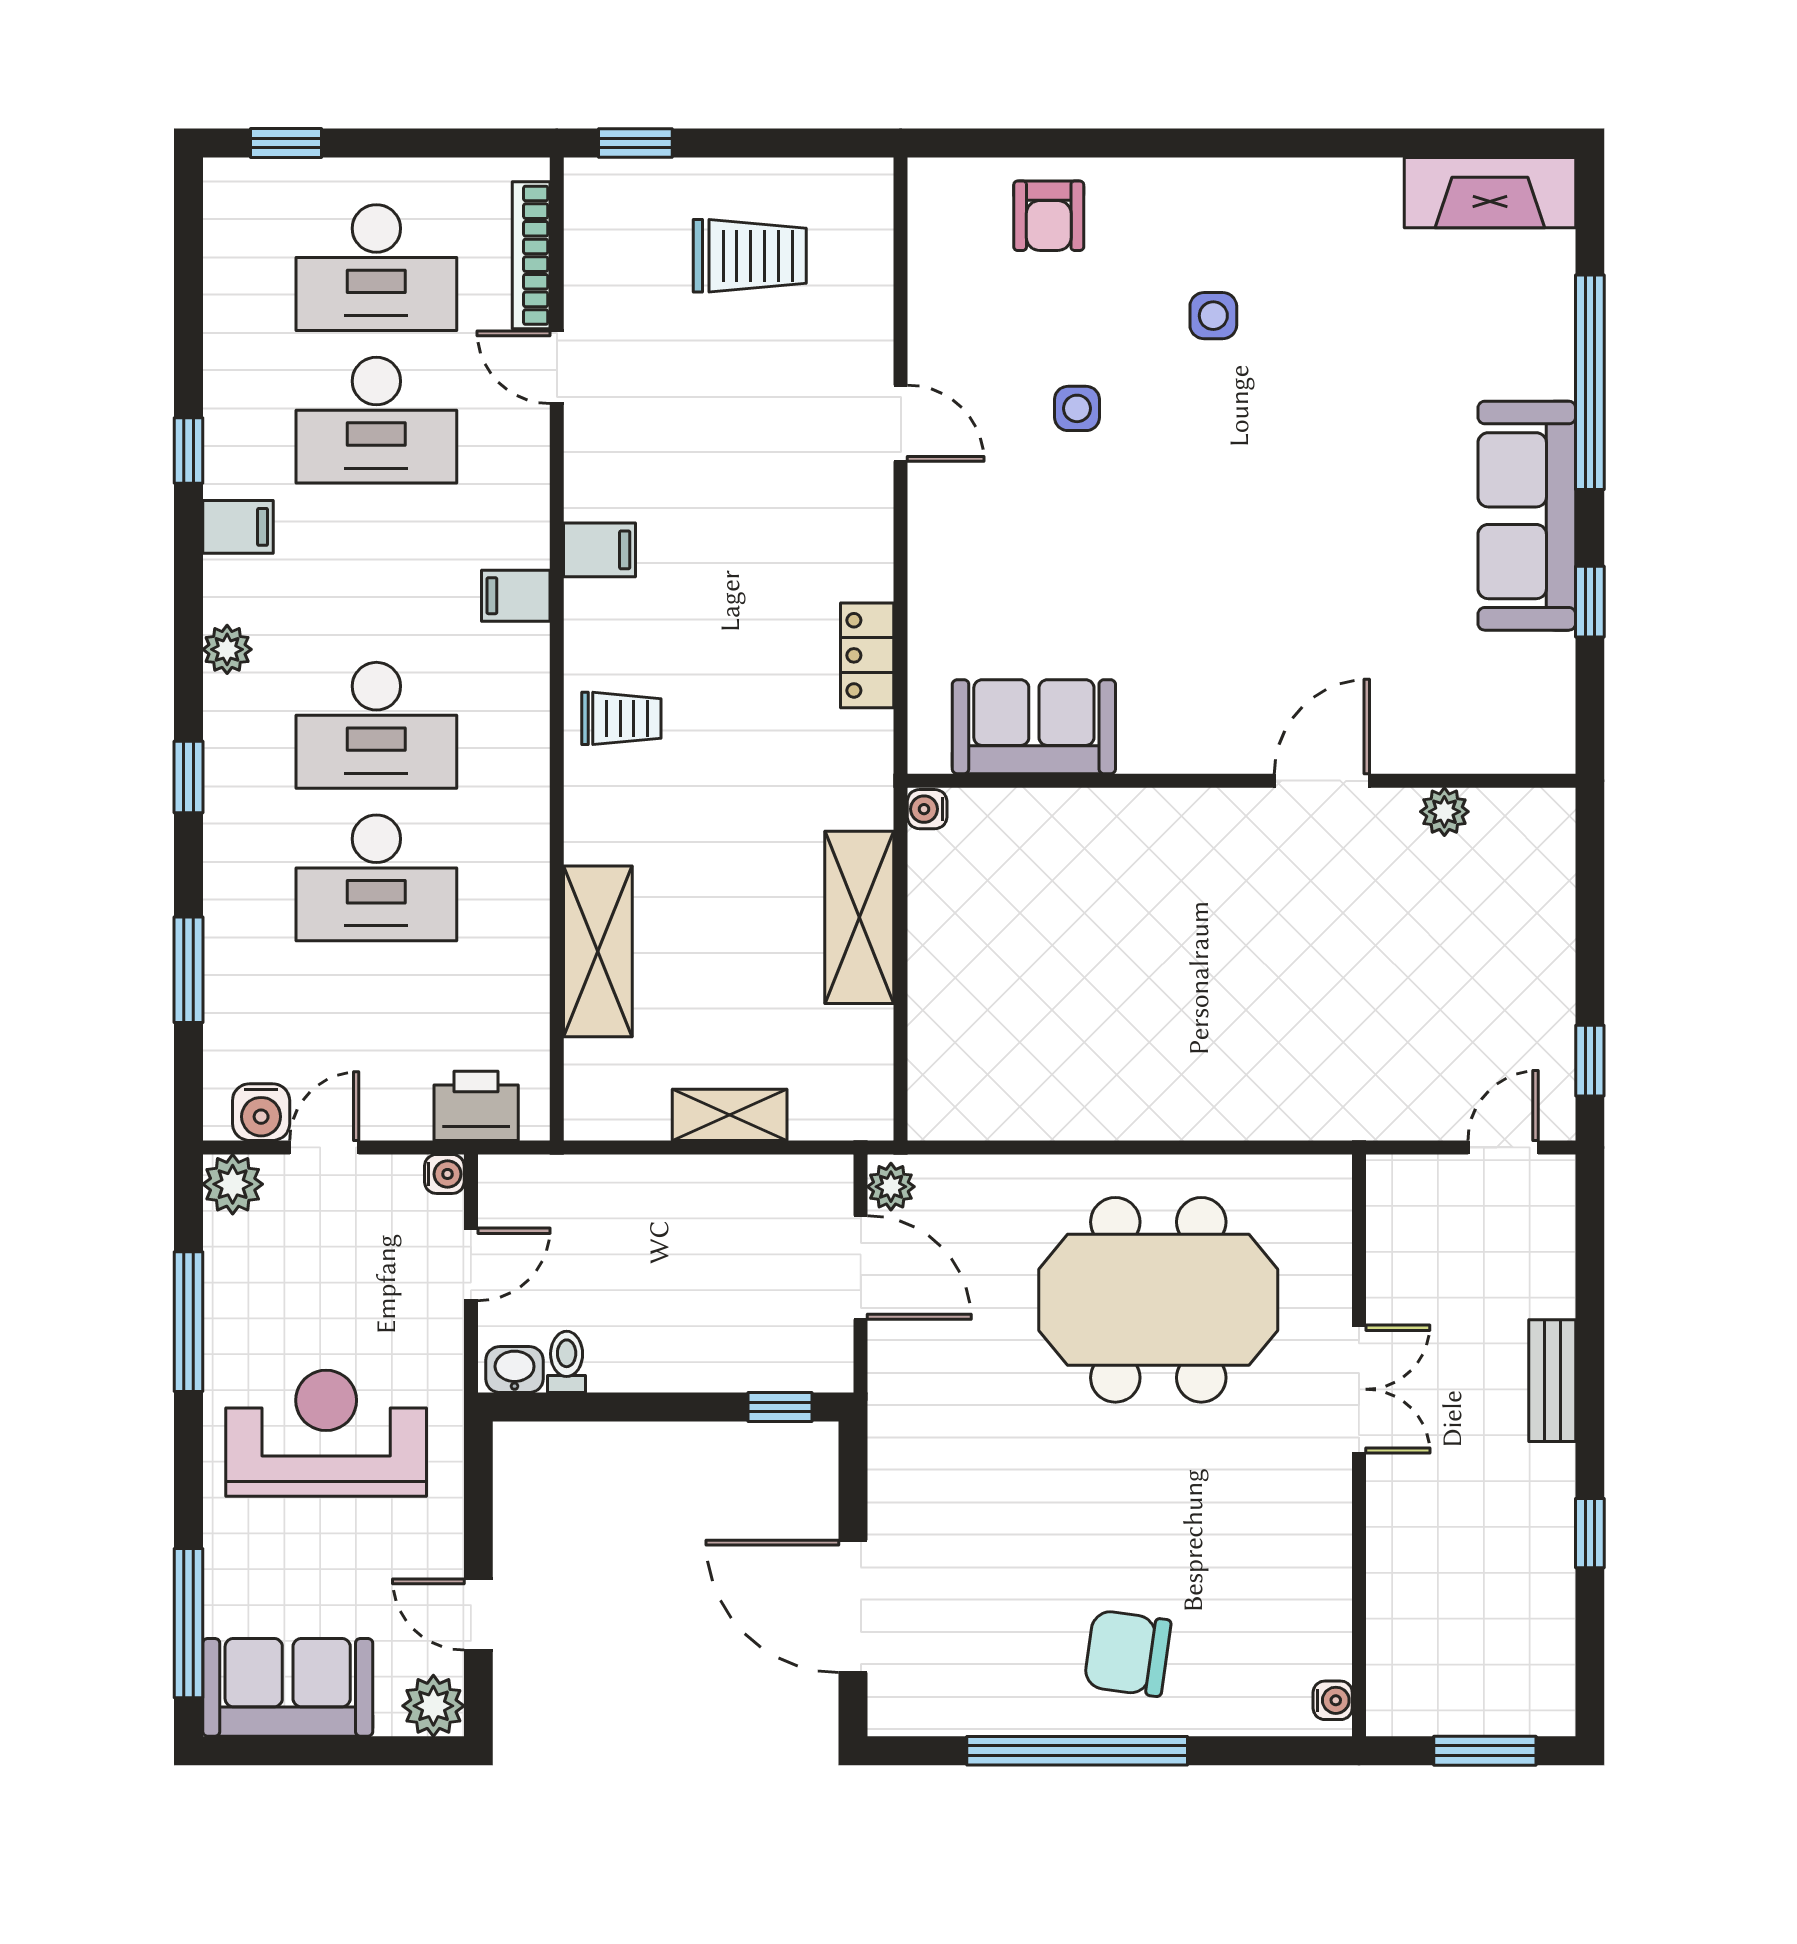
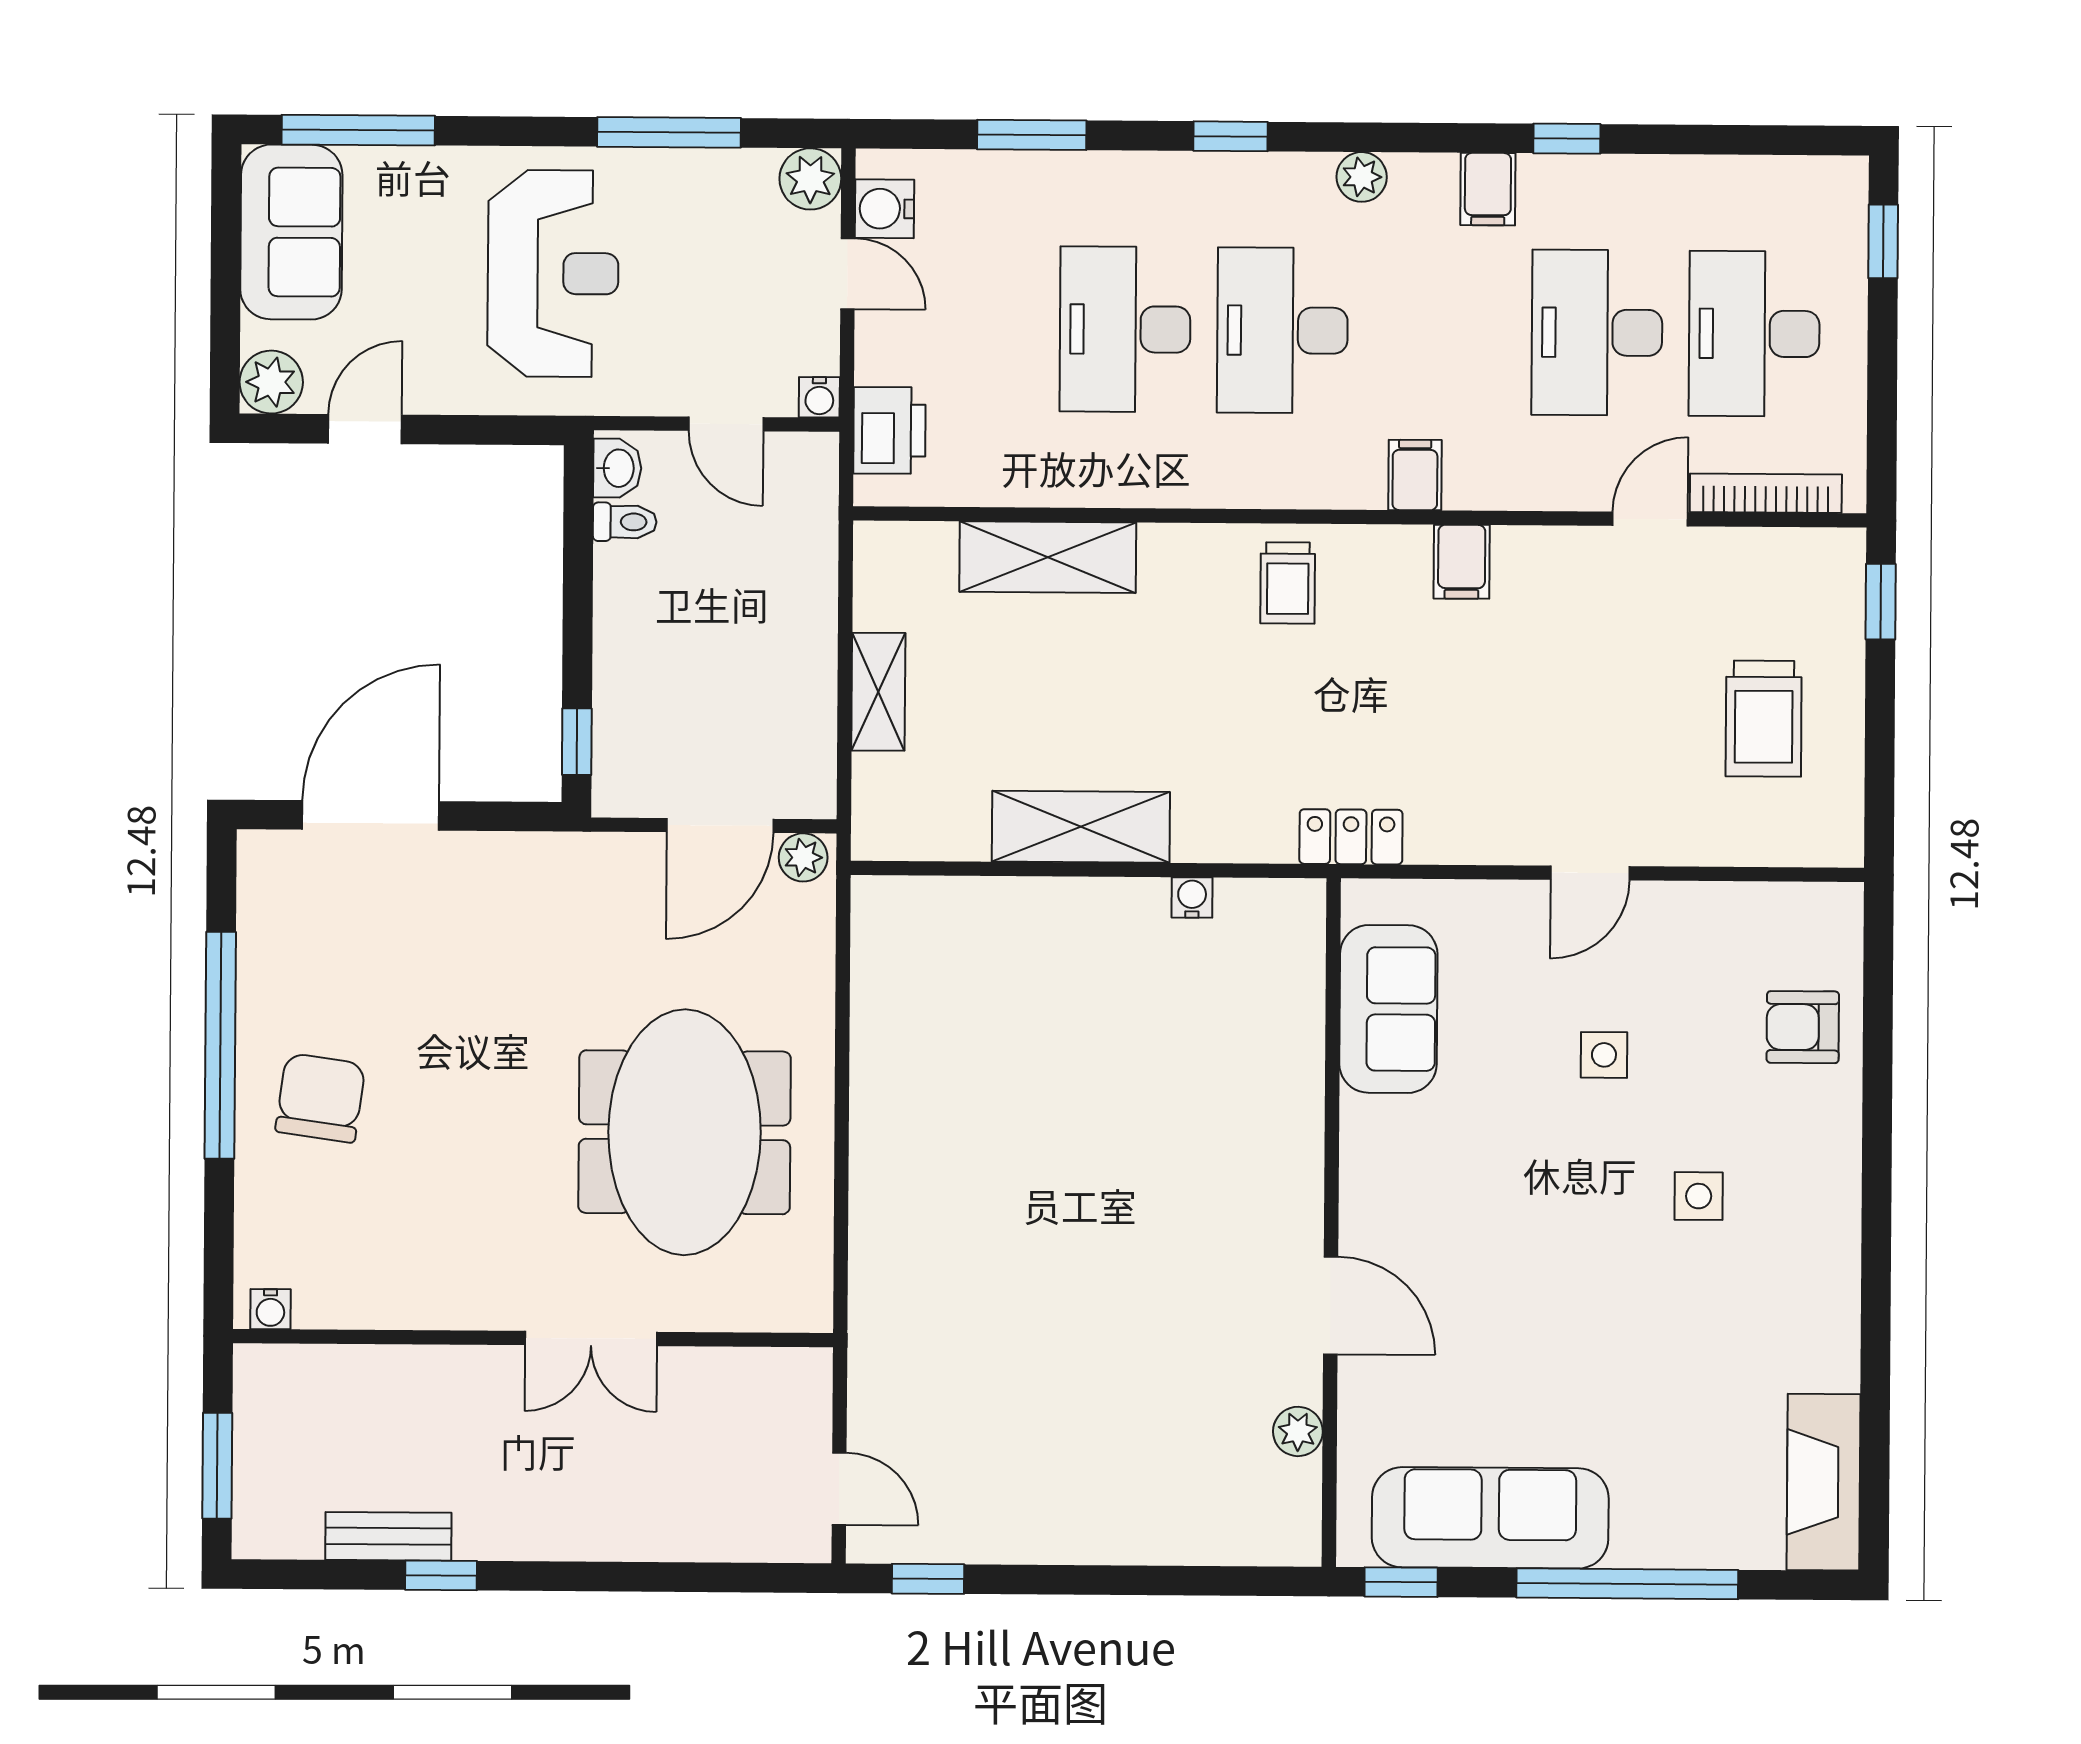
sofa: (1034, 727) -> (1388, 1009), moved
wall: (1242, 781) -> (1331, 1223), moved
door: (1322, 781) -> (1331, 1305), moved
plant: (1444, 812) -> (1298, 1431), moved
bench: (1552, 1381) -> (388, 1536), moved

